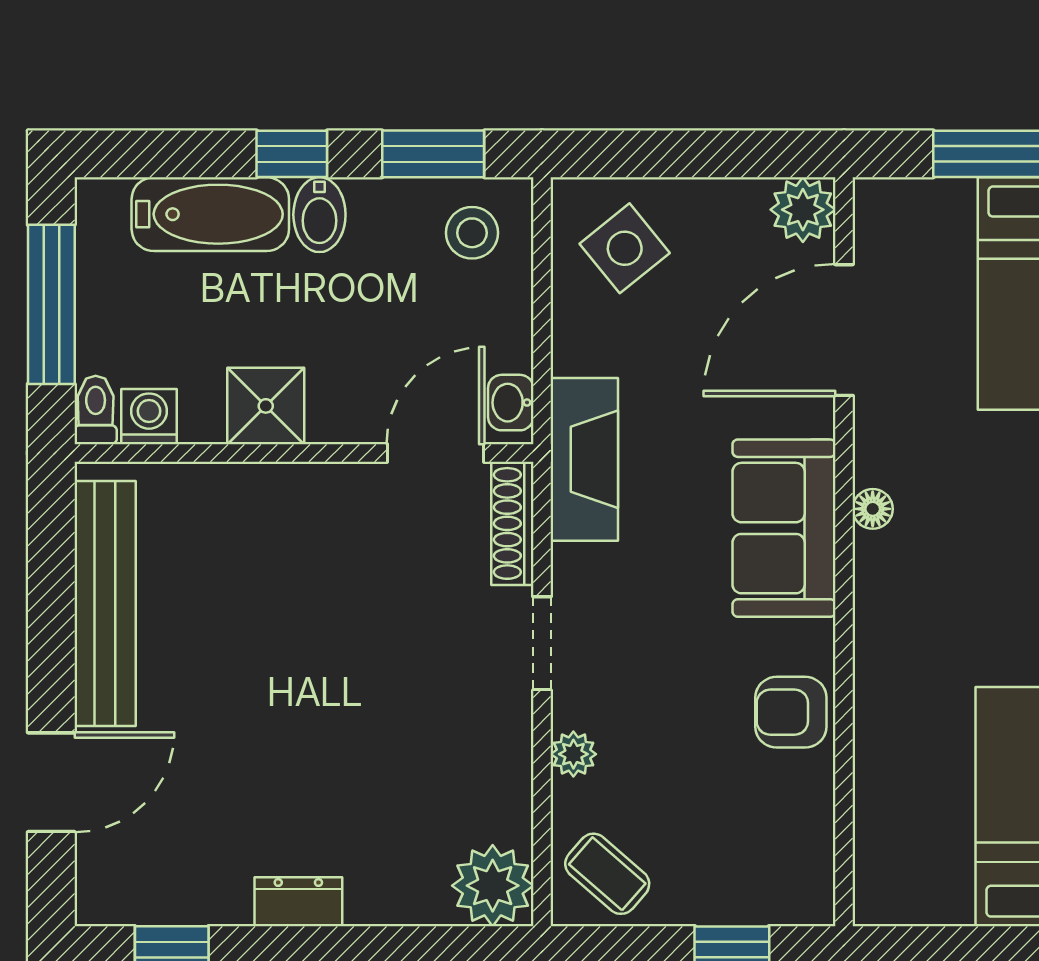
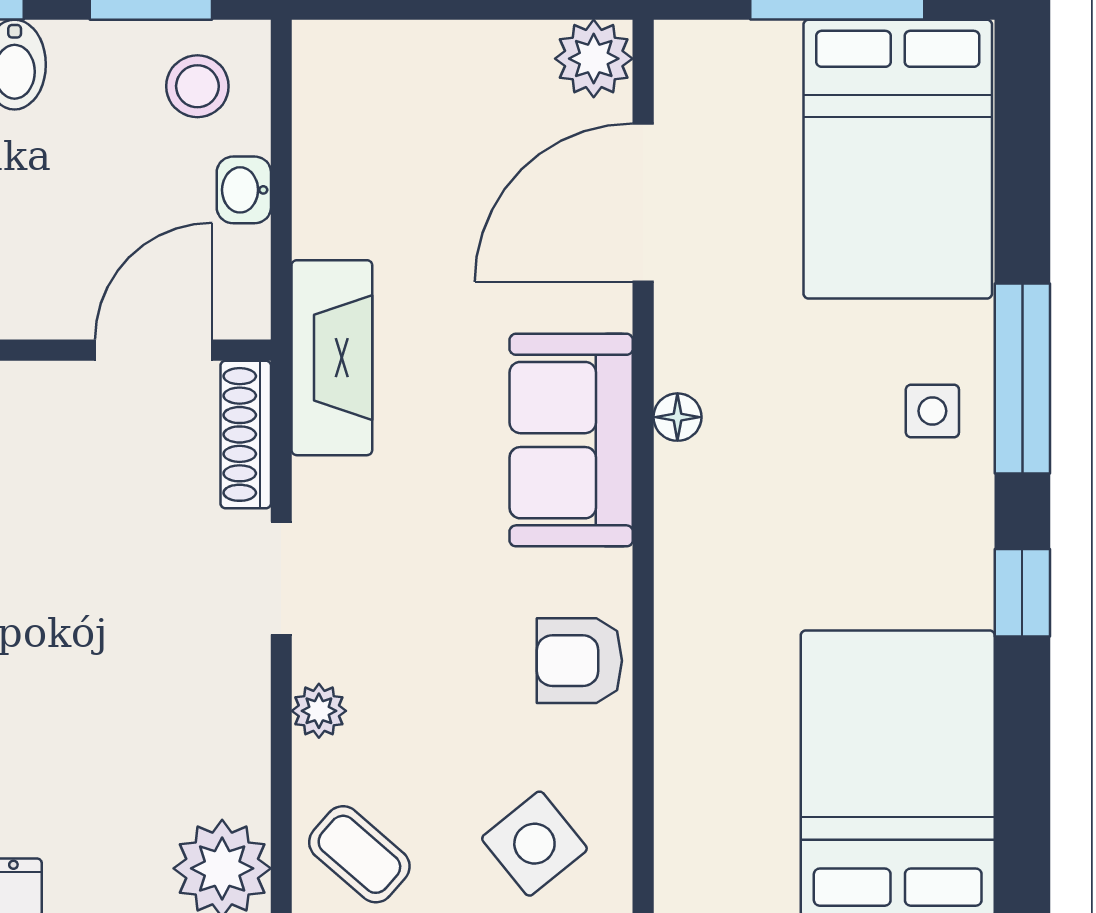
side table: (625, 248) -> (534, 844), moved
washbasin: (511, 403) -> (244, 190), moved

